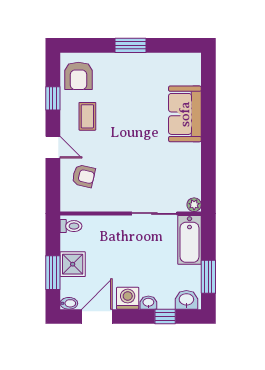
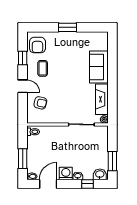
fireplace: (190, 170) -> (102, 99), added
bathtub: (189, 240) -> (102, 140), removed
shower: (73, 264) -> (34, 154), removed

